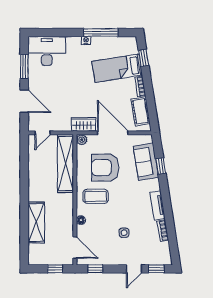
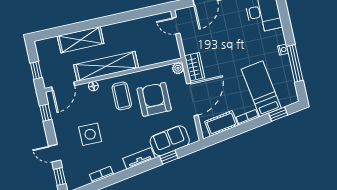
shelving: (65, 164) -> (106, 66), moved
tv unit: (158, 205) -> (139, 158), moved
side table: (124, 233) -> (90, 134), width x1.87, depth x1.87

